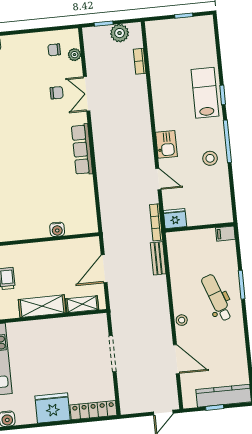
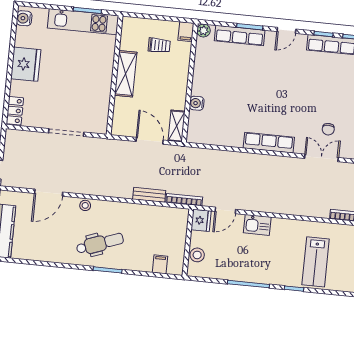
lab bench: (205, 93) -> (316, 262), moved, turned 90
stool: (210, 158) -> (197, 255), moved
fridge: (175, 219) -> (201, 220), moved
wall: (200, 227) -> (188, 242), moved
shelving: (82, 304) -> (177, 126), moved
locker: (93, 410) -> (15, 111), width x0.66

